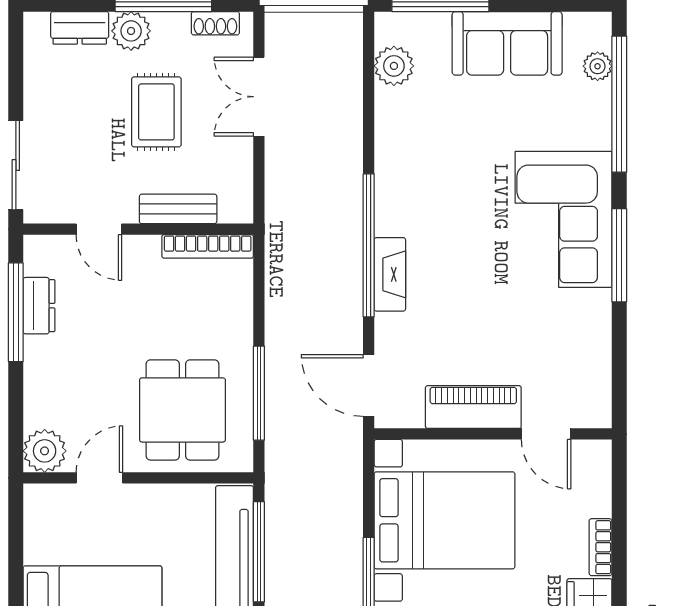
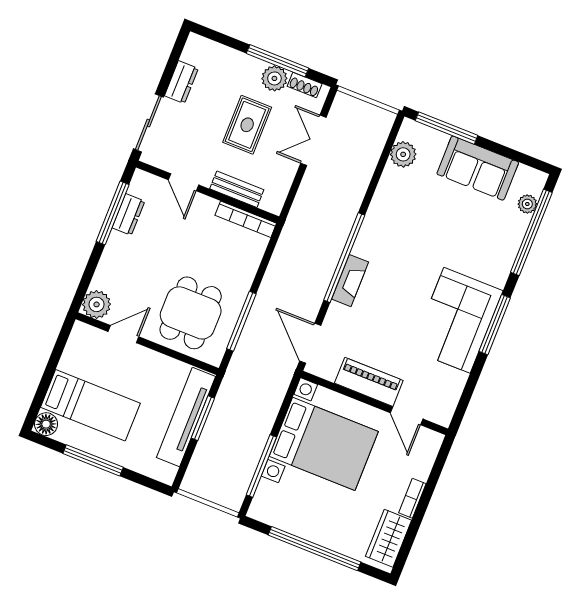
dresser: (80, 28) -> (181, 82), moved, turned -90
plant: (131, 31) -> (274, 78), moved
corner sofa: (563, 219) -> (457, 320), moved
window: (259, 552) -> (203, 418), width x0.69

